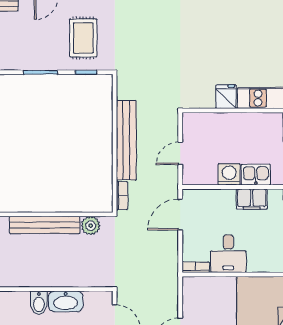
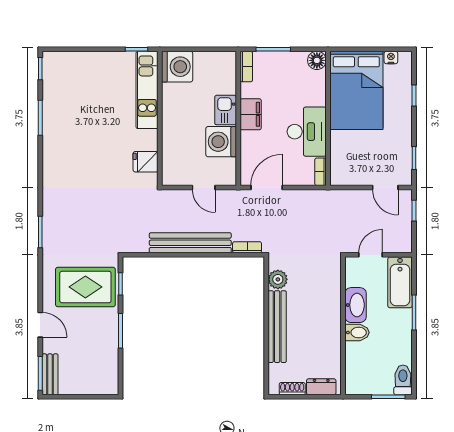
rug: (83, 38) -> (85, 287), width x1.36, depth x1.43
fridge: (226, 97) -> (146, 162), moved
washing machine: (229, 174) -> (221, 142), width x1.37, depth x1.37
door: (180, 215) -> (267, 188), swing flipped
desk: (228, 254) -> (307, 132), width x1.37

